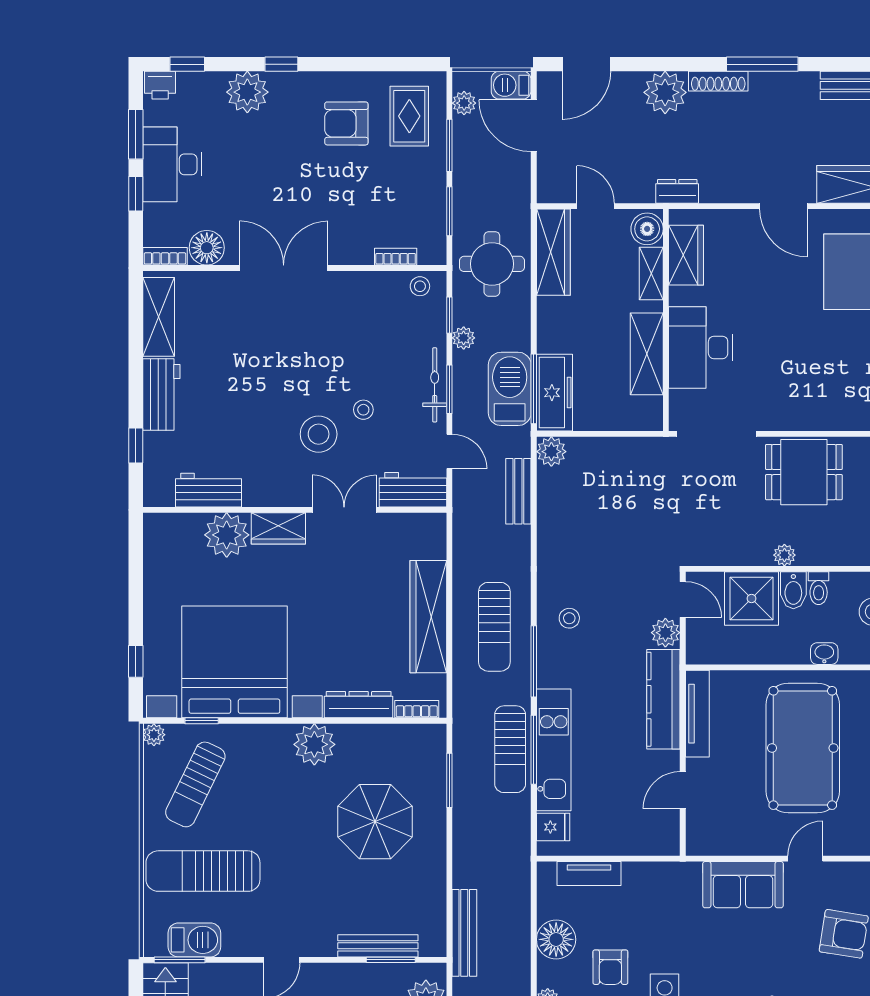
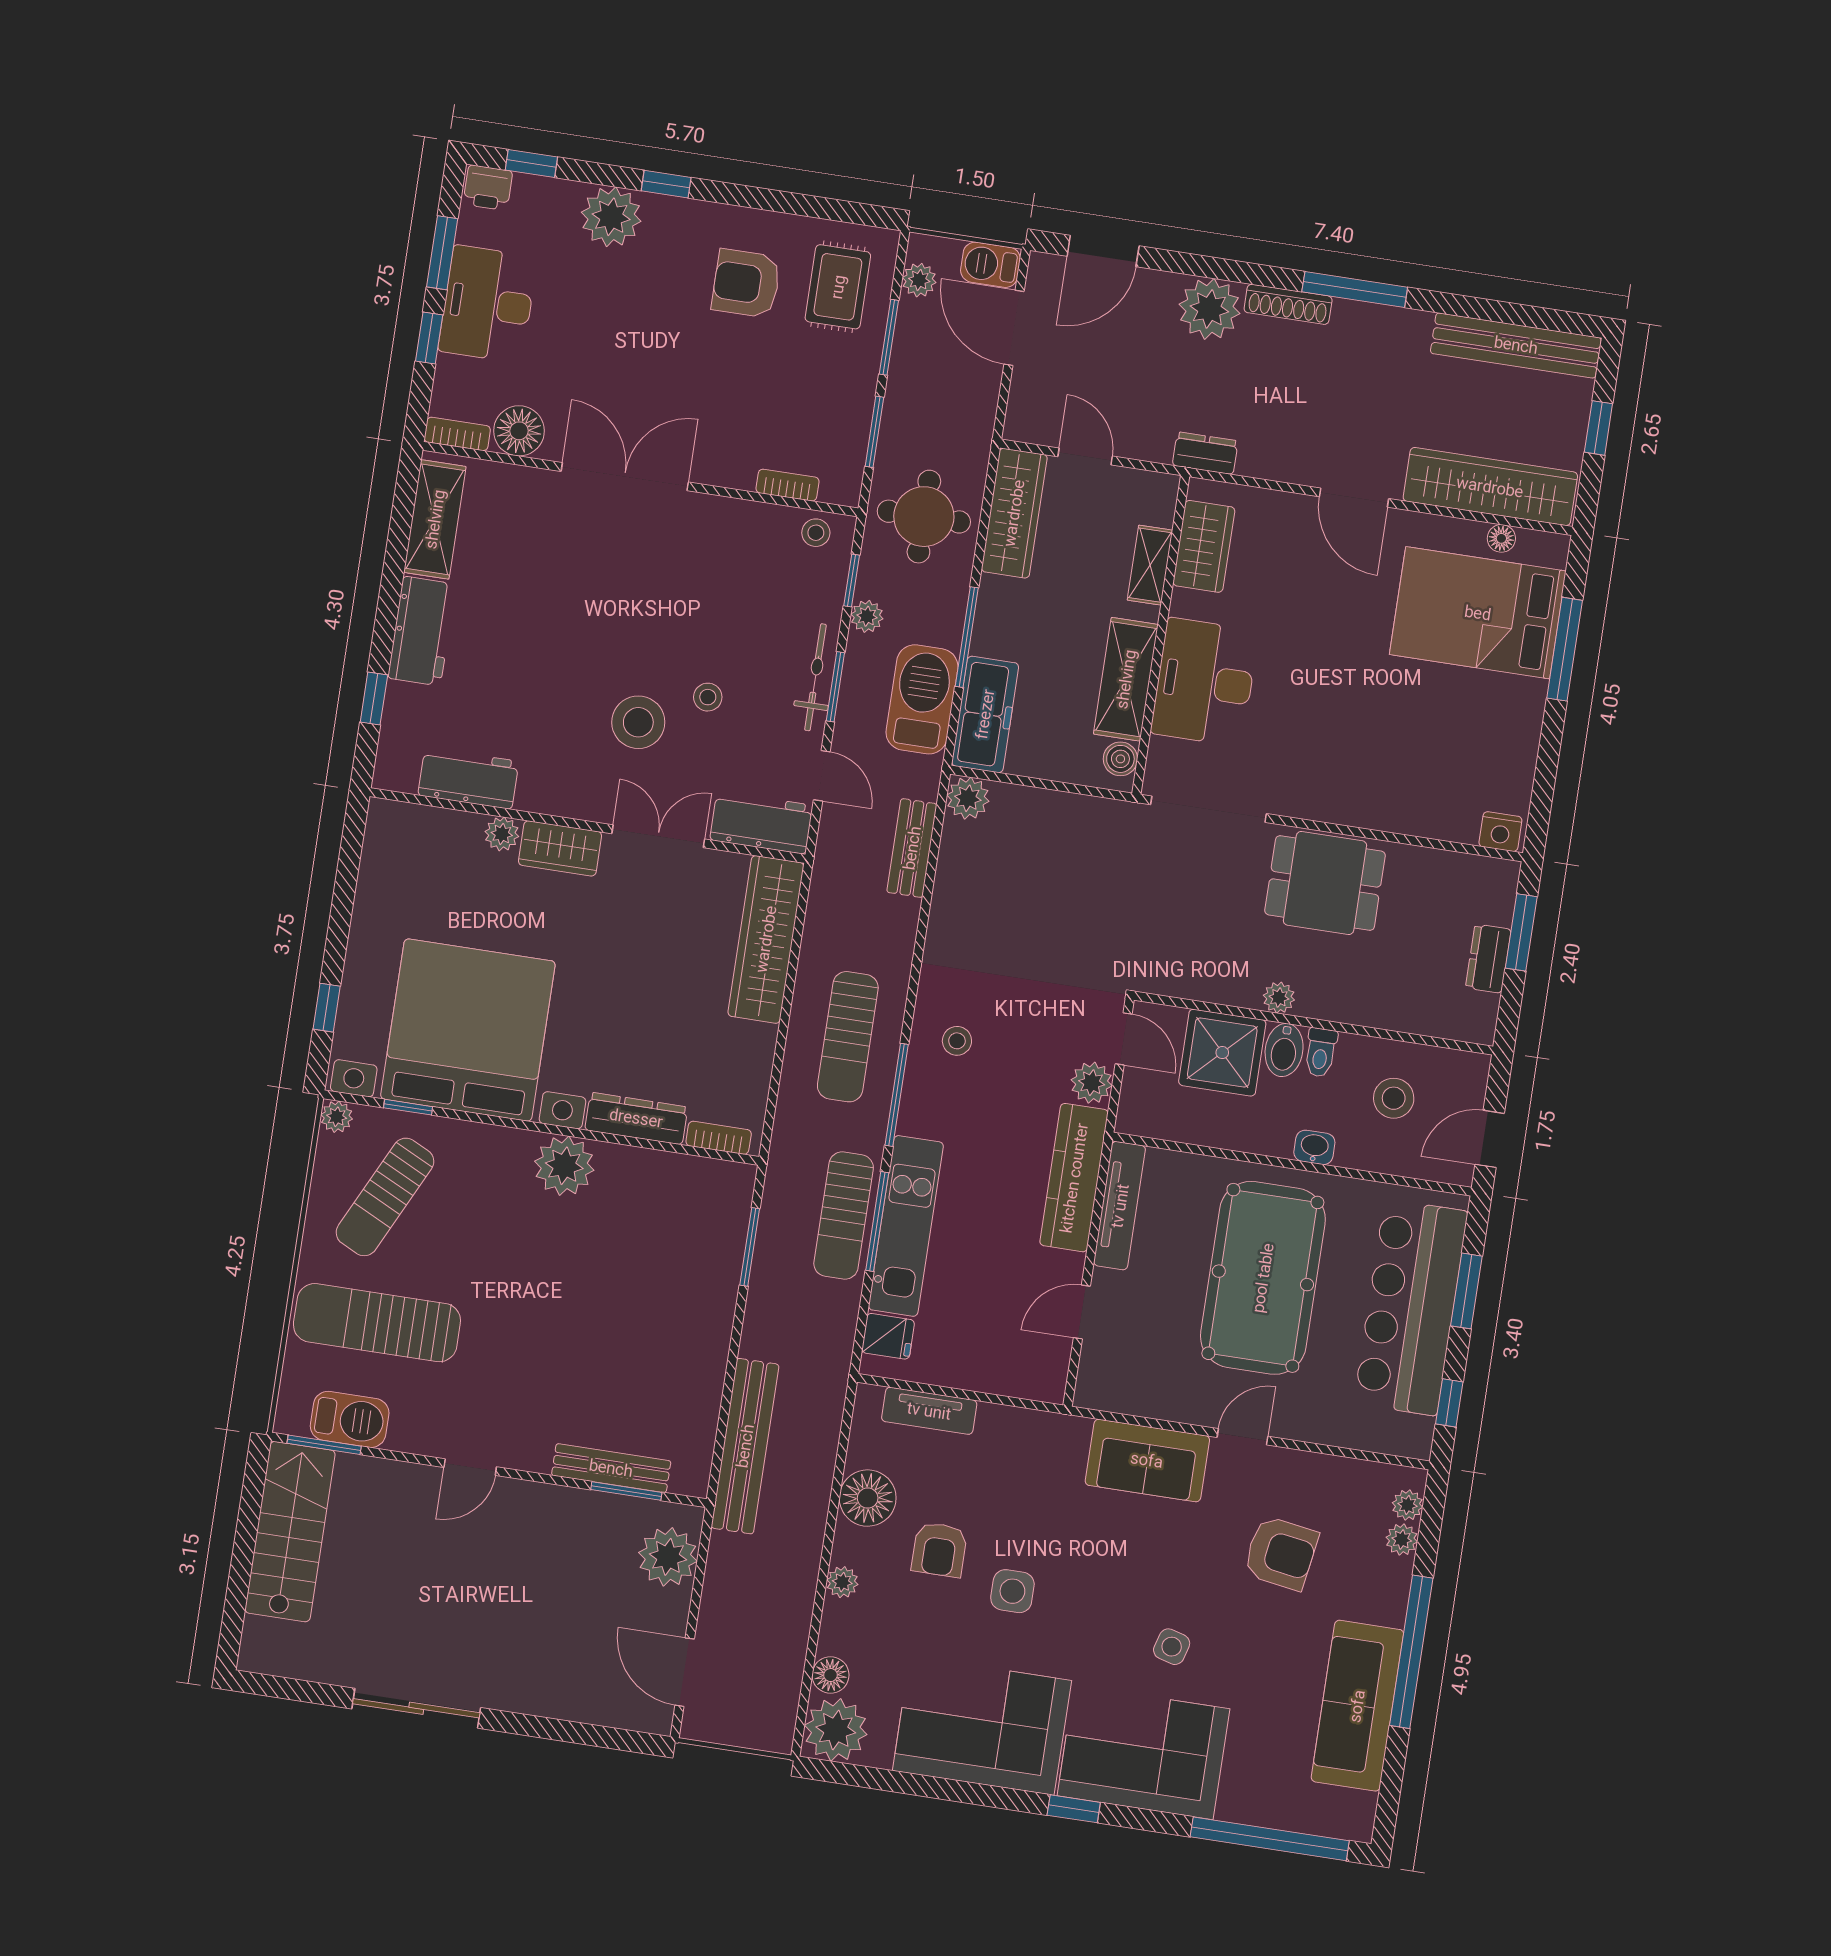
boiler: (647, 229) -> (1120, 759), moved, width x0.73, depth x0.73
window: (534, 389) -> (967, 637), moved
plant: (227, 535) -> (502, 834), width x0.53, depth x0.53
wardrobe: (428, 617) -> (766, 939), moved
parasol: (375, 822) -> (634, 1290), removed
bench: (464, 933) -> (745, 1446), width x1.37, depth x1.21

